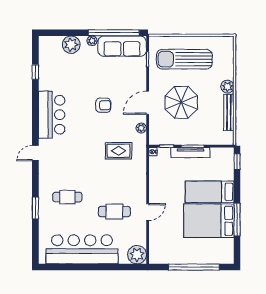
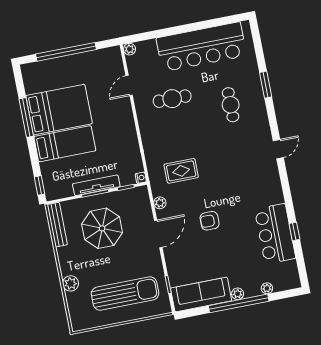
window: (114, 33) -> (239, 303), moved
plant: (71, 45) -> (267, 288), width x0.53, depth x0.53
window: (35, 72) -> (294, 231), moved
plant: (227, 87) -> (71, 283), moved
parasol: (181, 102) -> (102, 228), moved
bench: (229, 112) -> (57, 225), moved
bar counter: (52, 115) -> (275, 234), moved
cafe table: (67, 197) -> (231, 105), turned 90
door: (148, 212) -> (129, 85), moved
plant: (137, 255) -> (130, 49), width x0.53, depth x0.53

